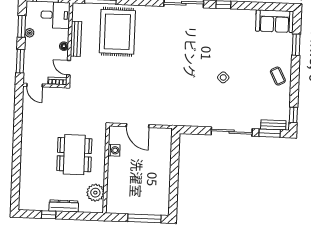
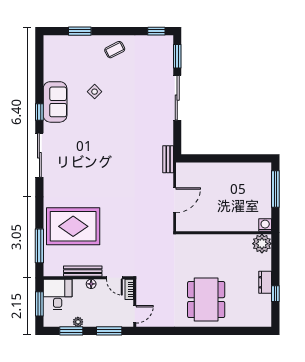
sofa: (275, 21) -> (55, 102), moved
door: (69, 68) -> (114, 278), hinge flipped
side table: (223, 77) -> (95, 92), moved
bench: (273, 125) -> (168, 159), moved
washing machine: (114, 150) -> (265, 225), moved
dining table: (74, 155) -> (206, 300), moved, turned 90
plant: (95, 193) -> (262, 244), moved
dresser: (64, 206) -> (265, 282), width x0.70

